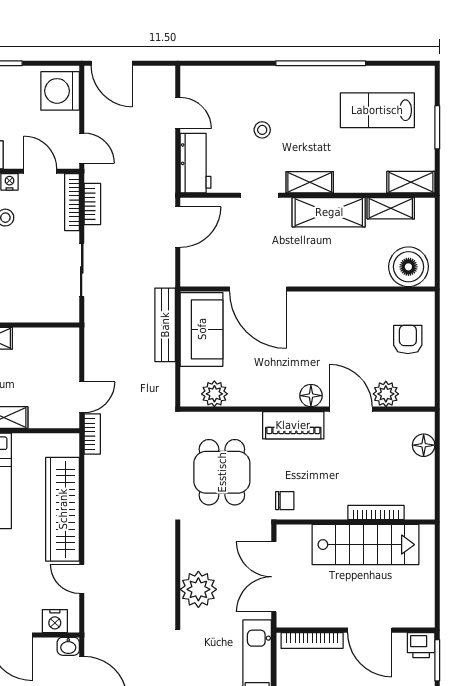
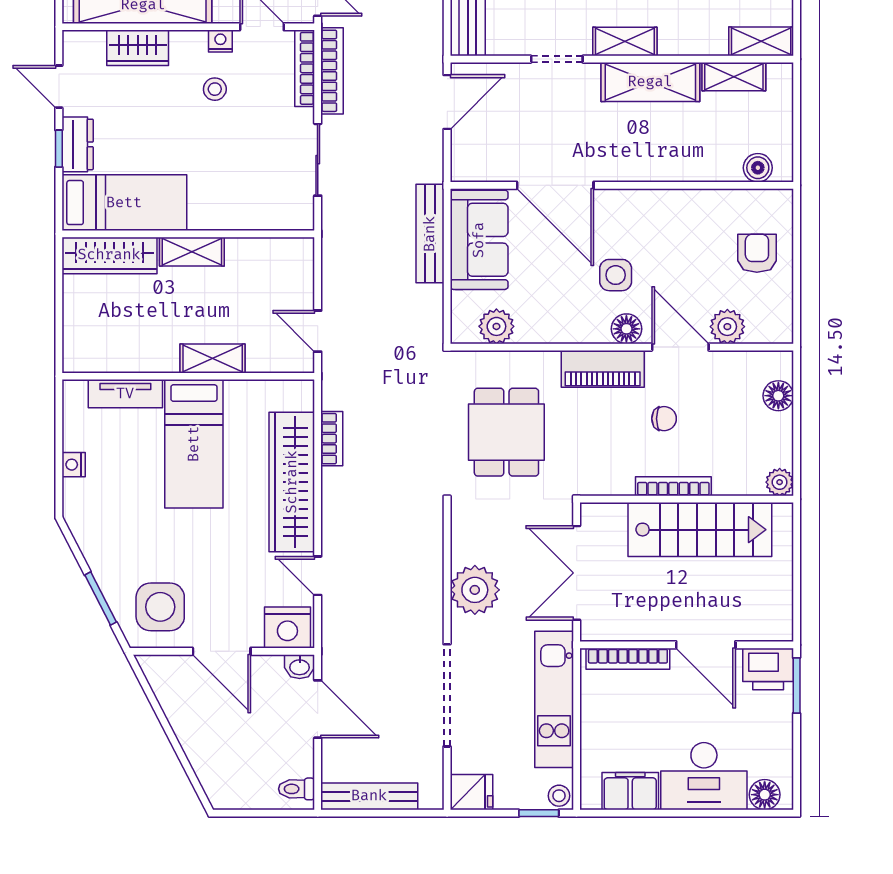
bookcase: (92, 204) -> (332, 71), width x1.56
boiler: (408, 267) -> (758, 168), width x0.54, depth x0.54
side table: (303, 356) -> (616, 275), added
door: (82, 397) -> (318, 331), swing flipped
bookcase: (92, 434) -> (332, 439), moved
chair: (285, 501) -> (664, 419), moved
plant: (425, 509) -> (780, 482), added
bookcase: (376, 512) -> (673, 486), moved
nightstand: (55, 621) -> (287, 628), width x1.36, depth x1.33
printer: (421, 645) -> (768, 669), width x1.36, depth x1.24

